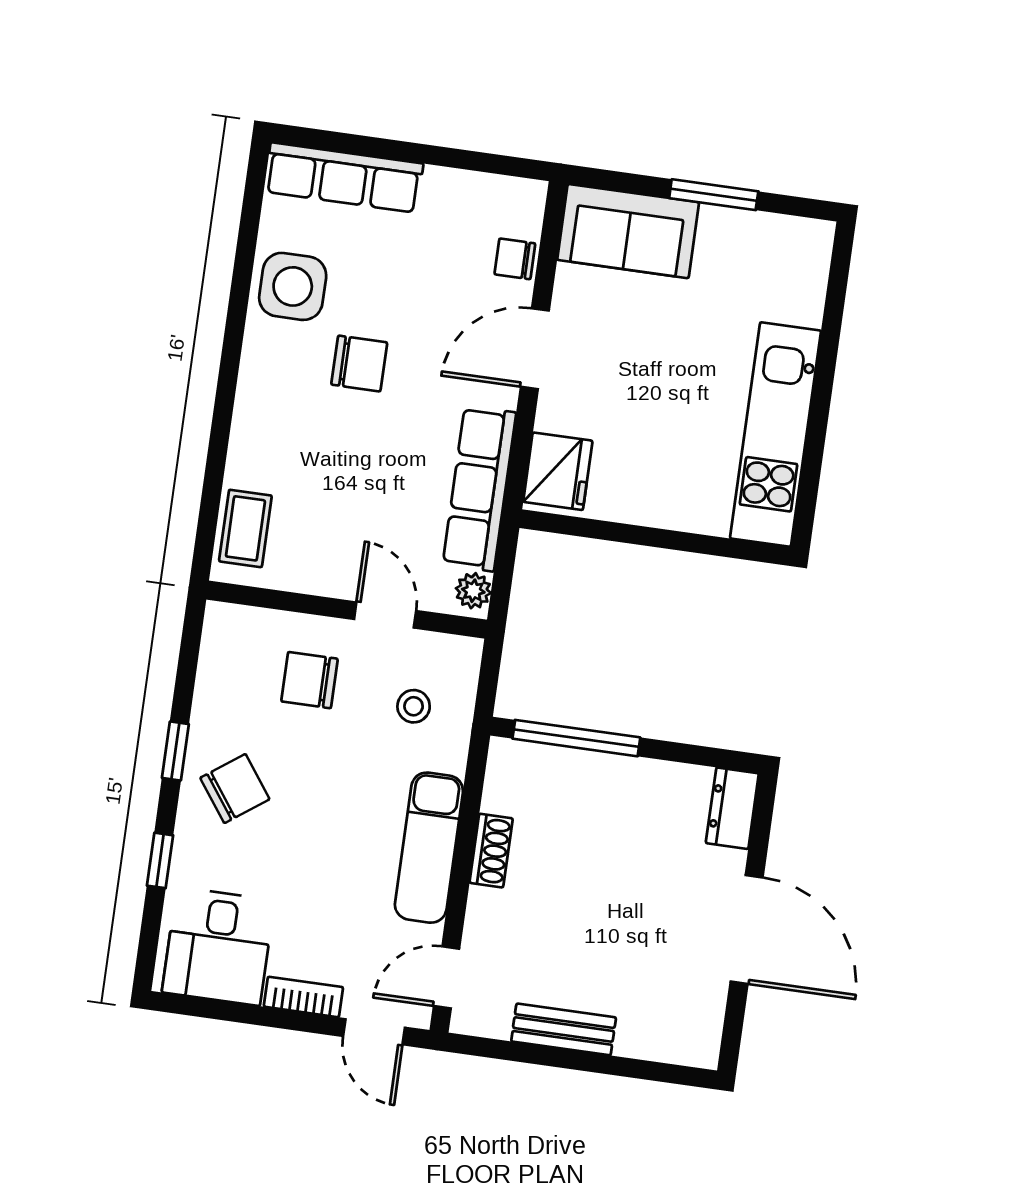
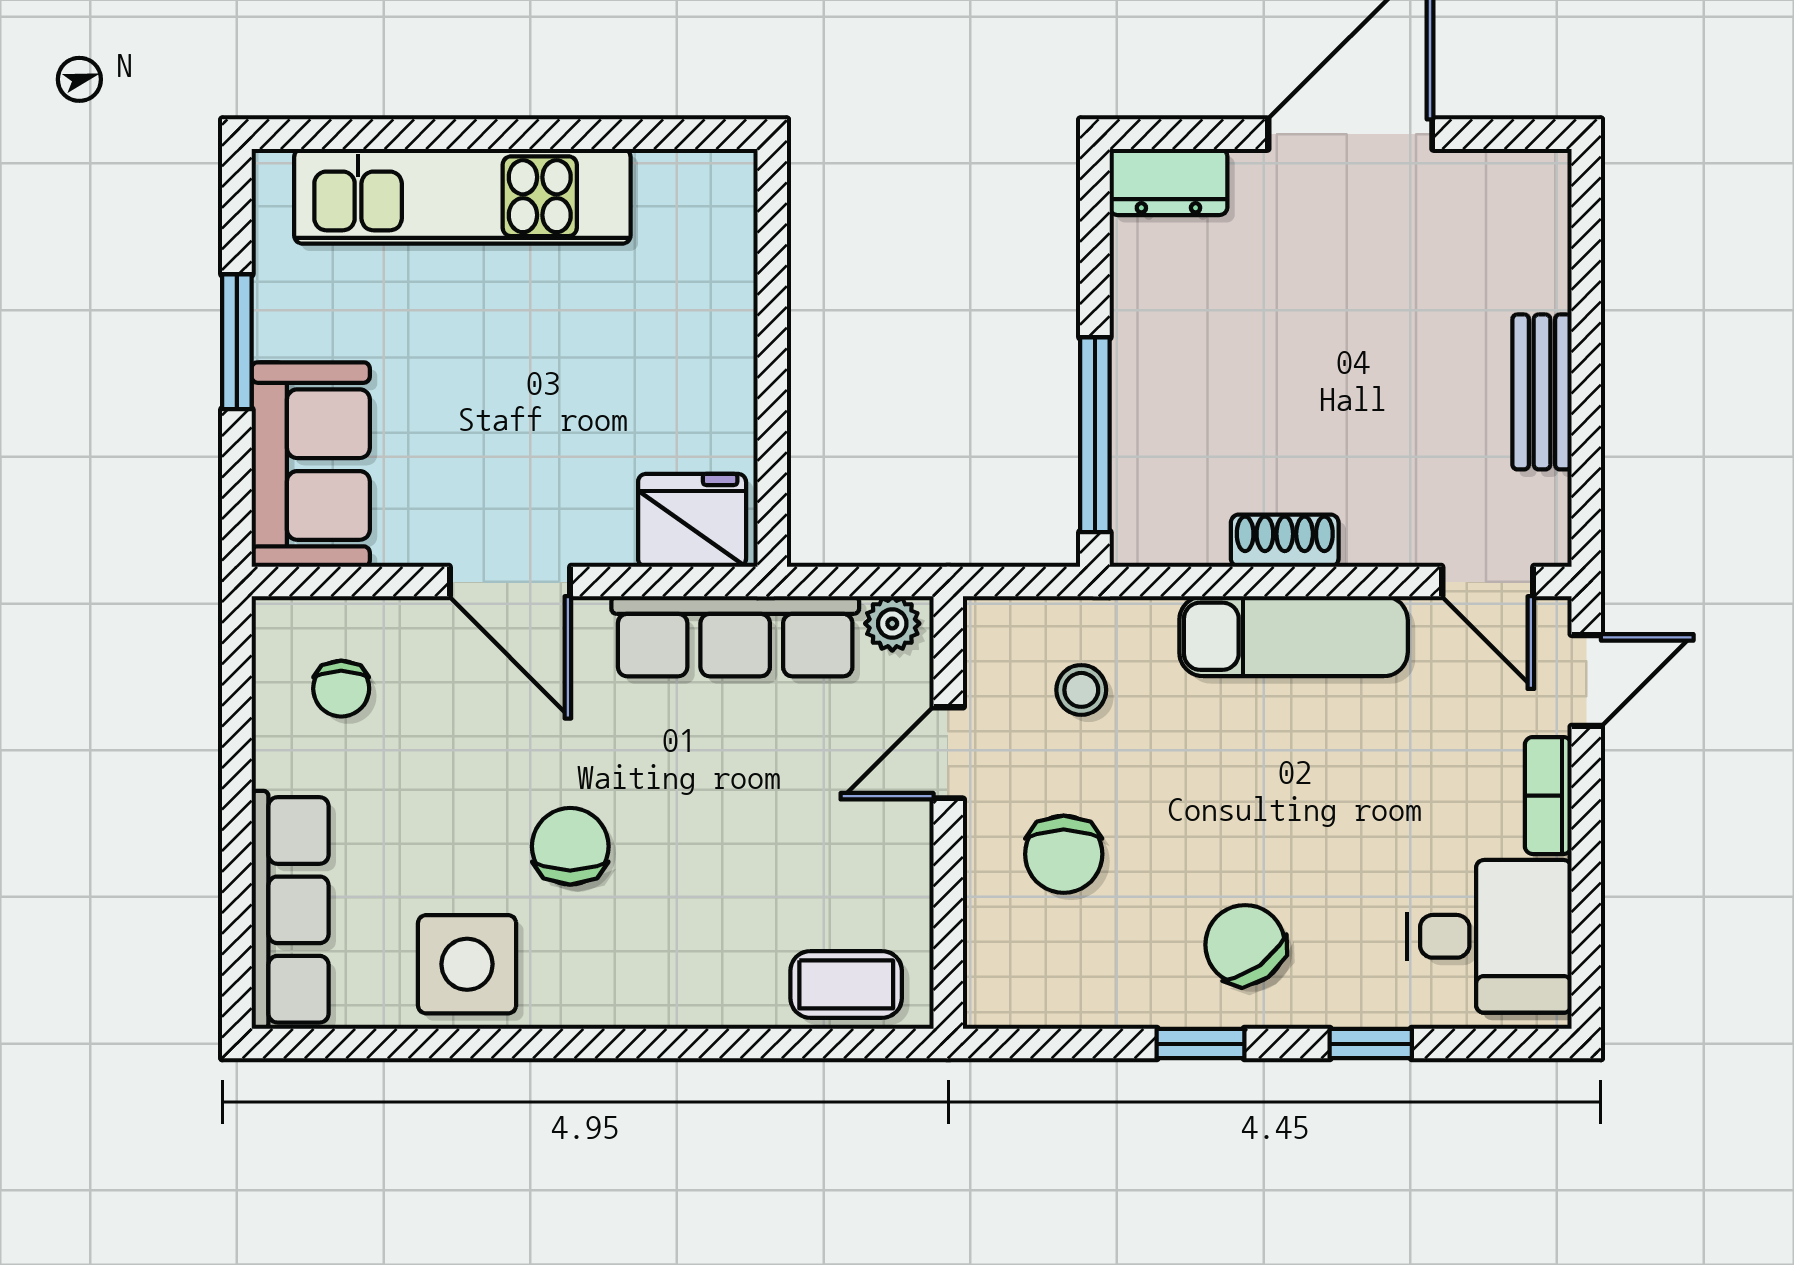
chair: (515, 259) -> (341, 689), moved
kitchen unit: (775, 435) -> (462, 196), moved

